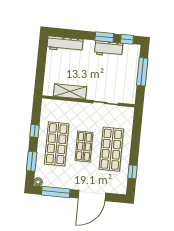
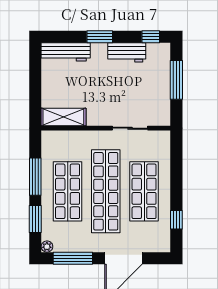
window: (104, 37) -> (100, 37), moved
shelving: (70, 91) -> (63, 117), moved
window: (35, 131) -> (35, 177), width x2.17
shop shelf: (84, 146) -> (106, 191), width x2.00, depth x1.36

